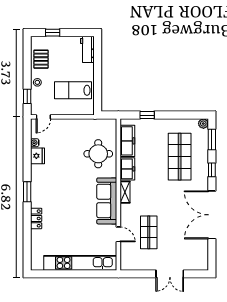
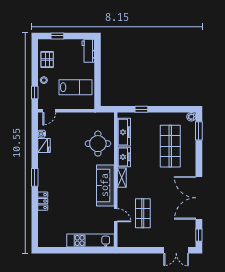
lab bench: (73, 90) -> (76, 87), turned 180
window: (212, 170) -> (199, 235), moved
kitchen unit: (80, 263) -> (91, 241), width x0.73
double door: (170, 274) -> (176, 250), moved

